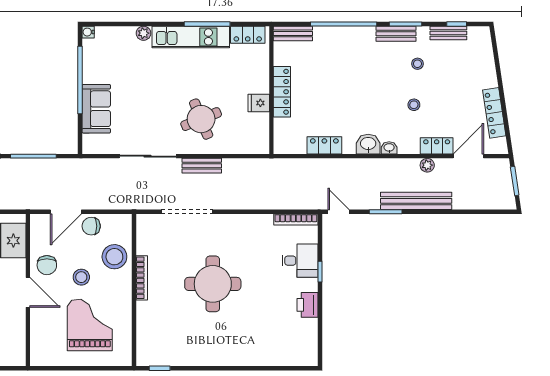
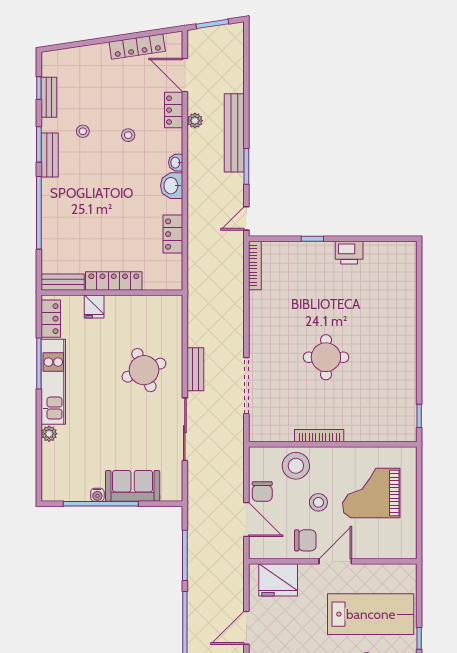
water cooler: (88, 32) -> (97, 495), moved
bench: (293, 33) -> (63, 282), moved, turned 90
fridge: (259, 103) -> (94, 307), moved
desk: (300, 261) -> (300, 261), removed
round table: (213, 284) -> (326, 357), width x0.73, depth x0.73

